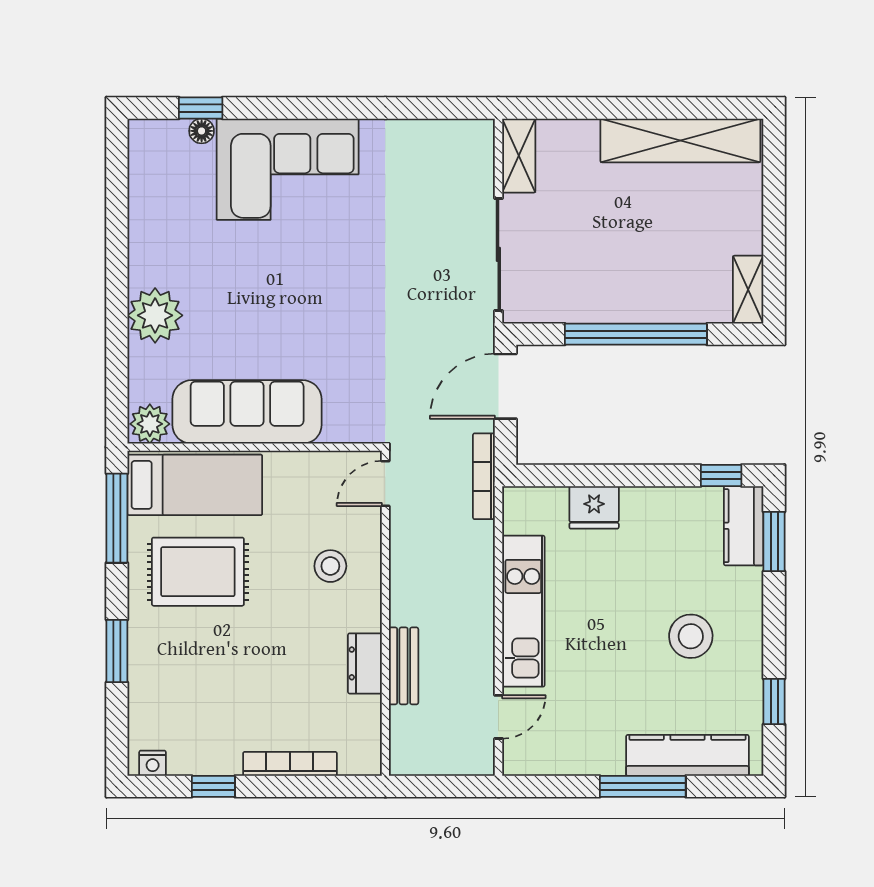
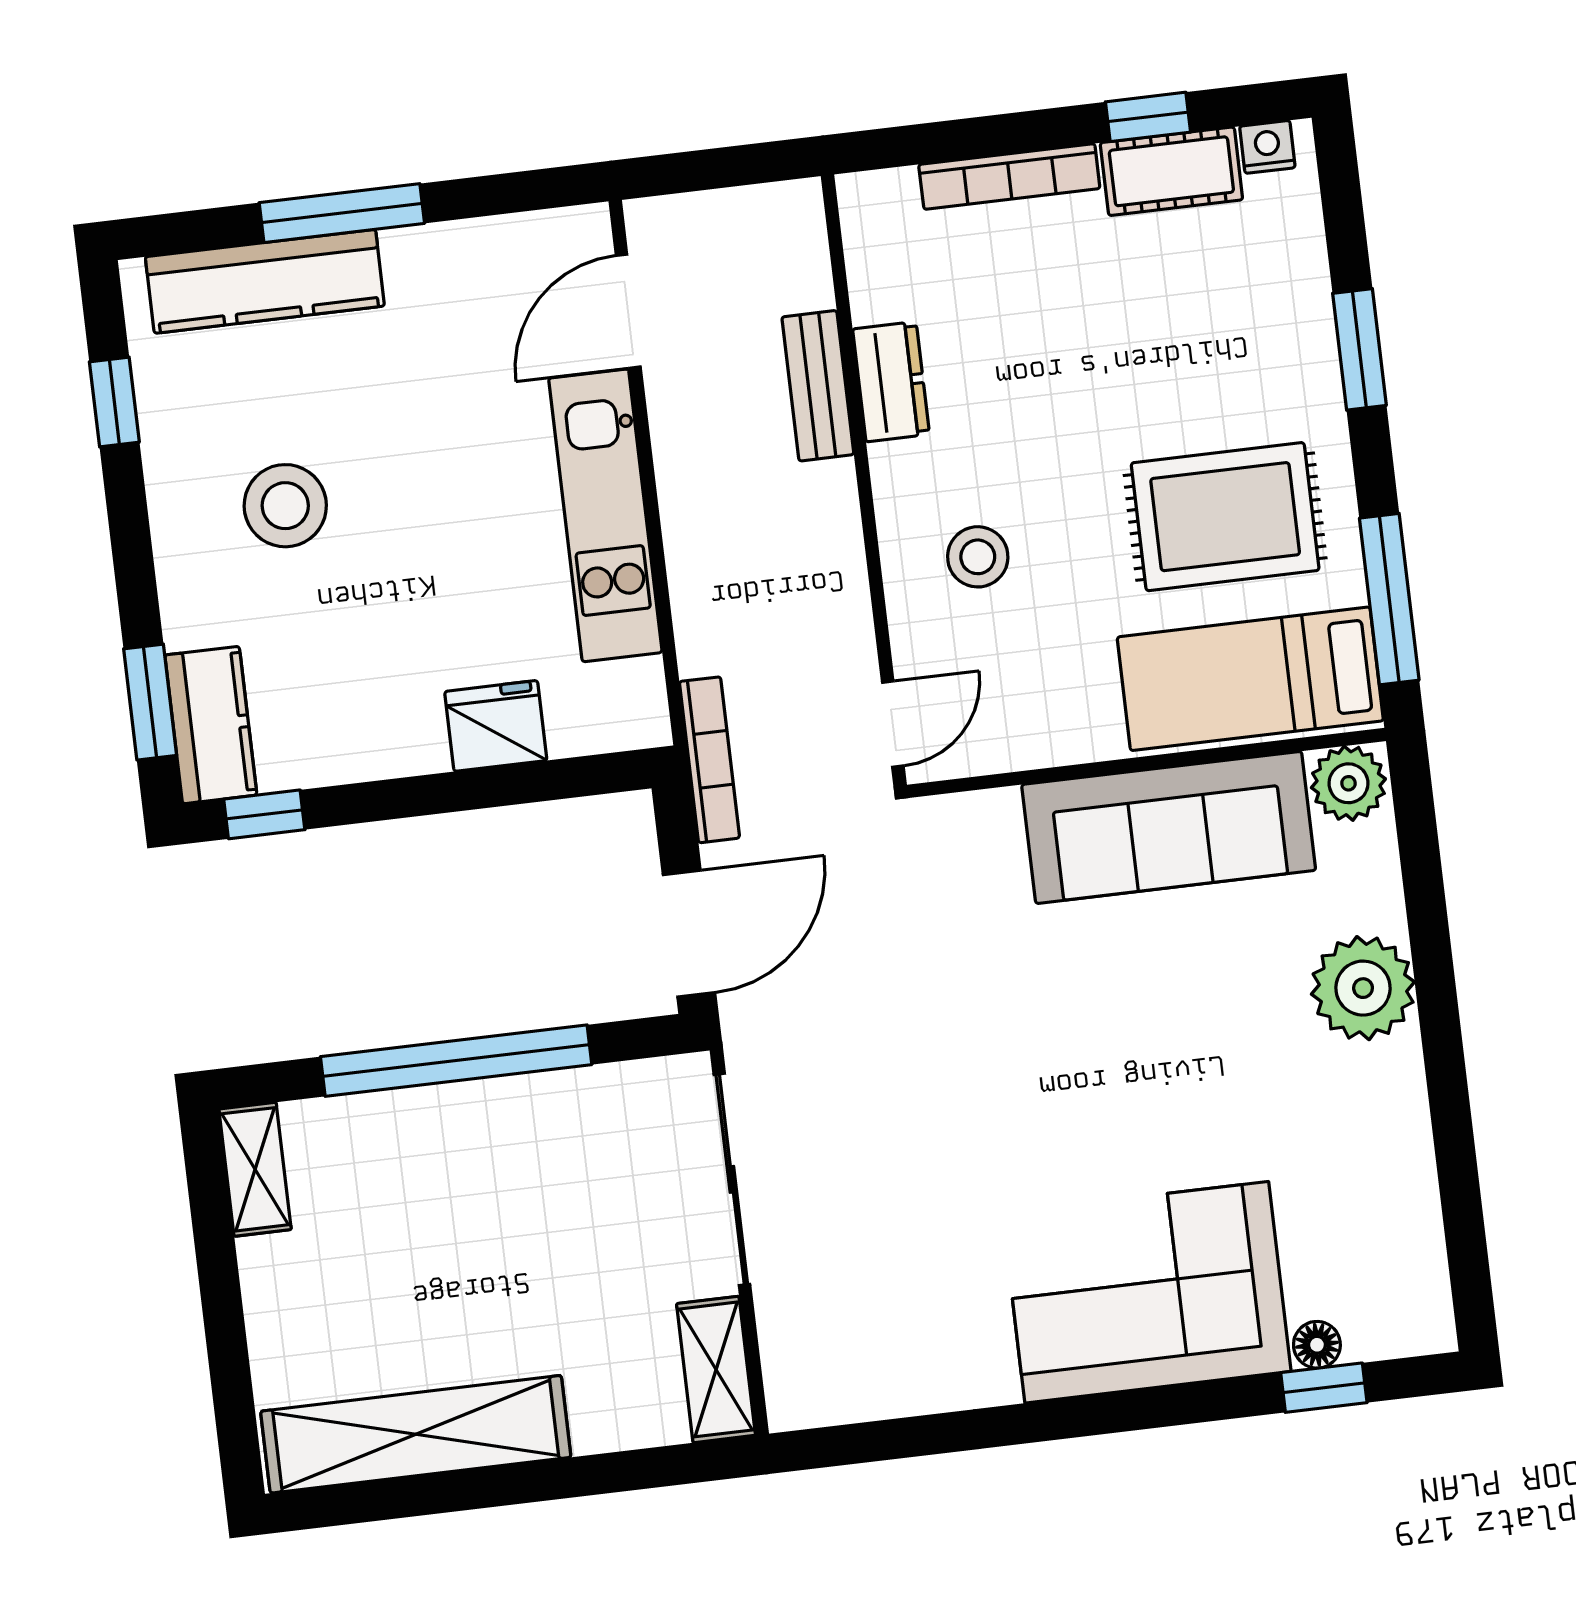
door: (498, 717) -> (628, 311), width x1.38
cot: (204, 756) -> (1171, 171), added

